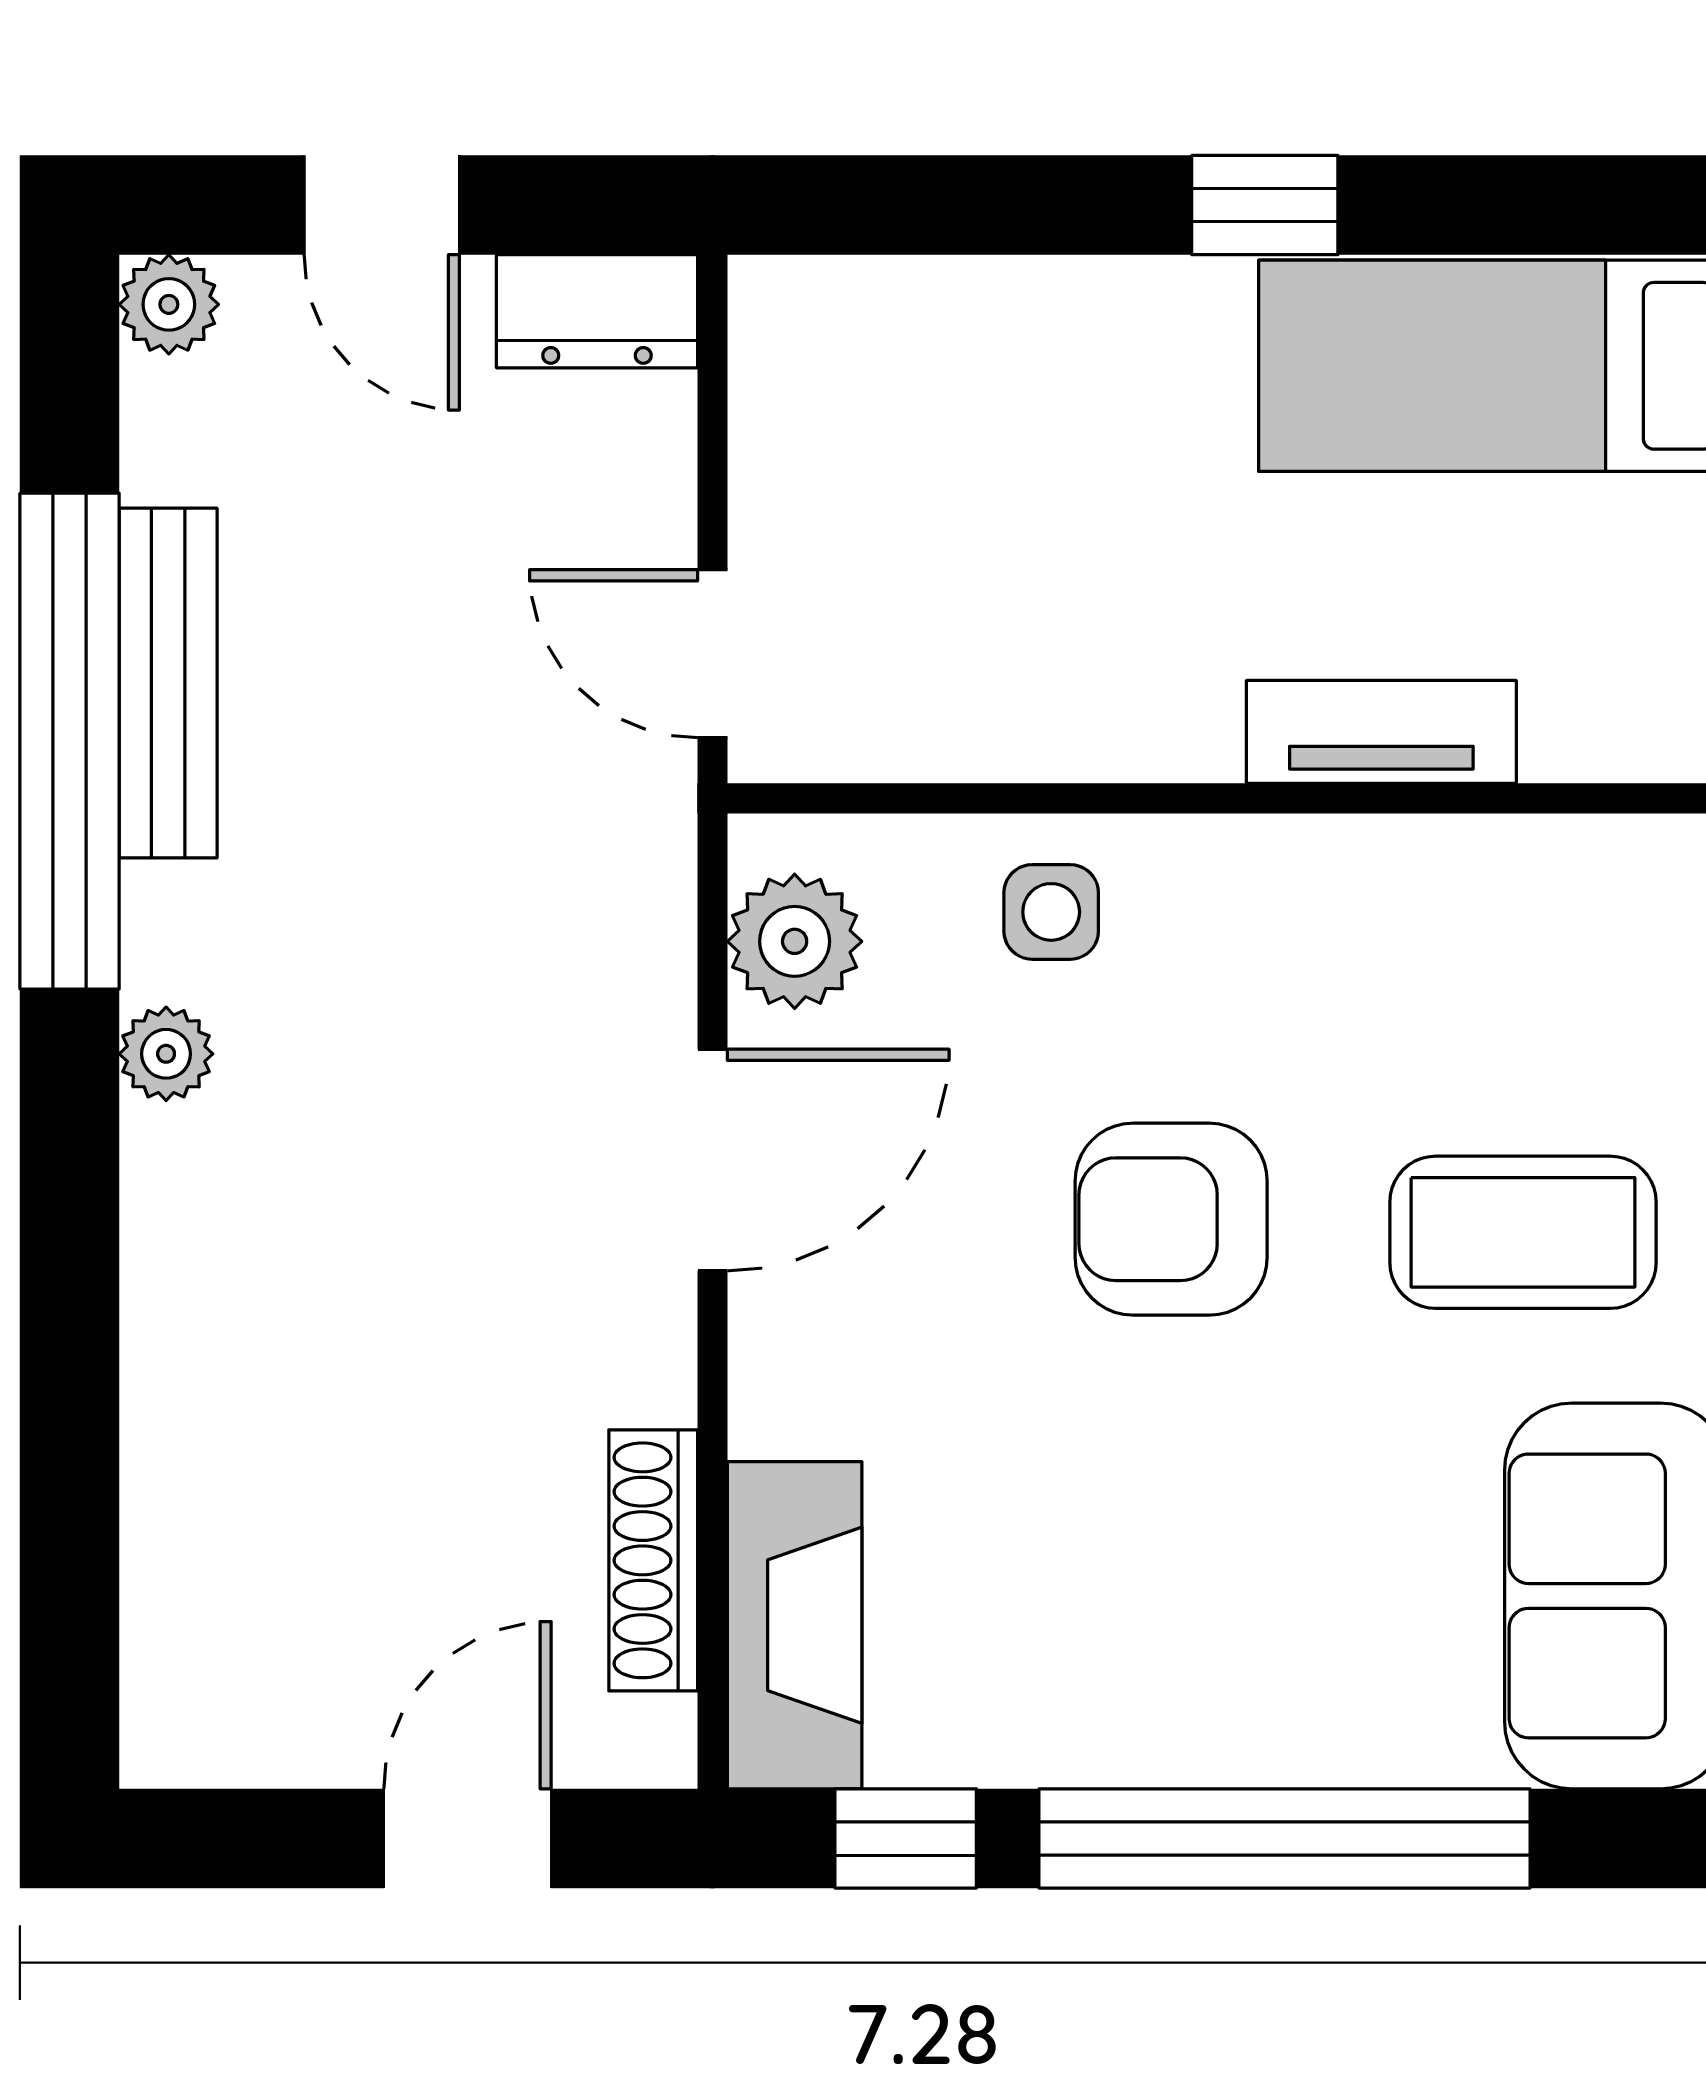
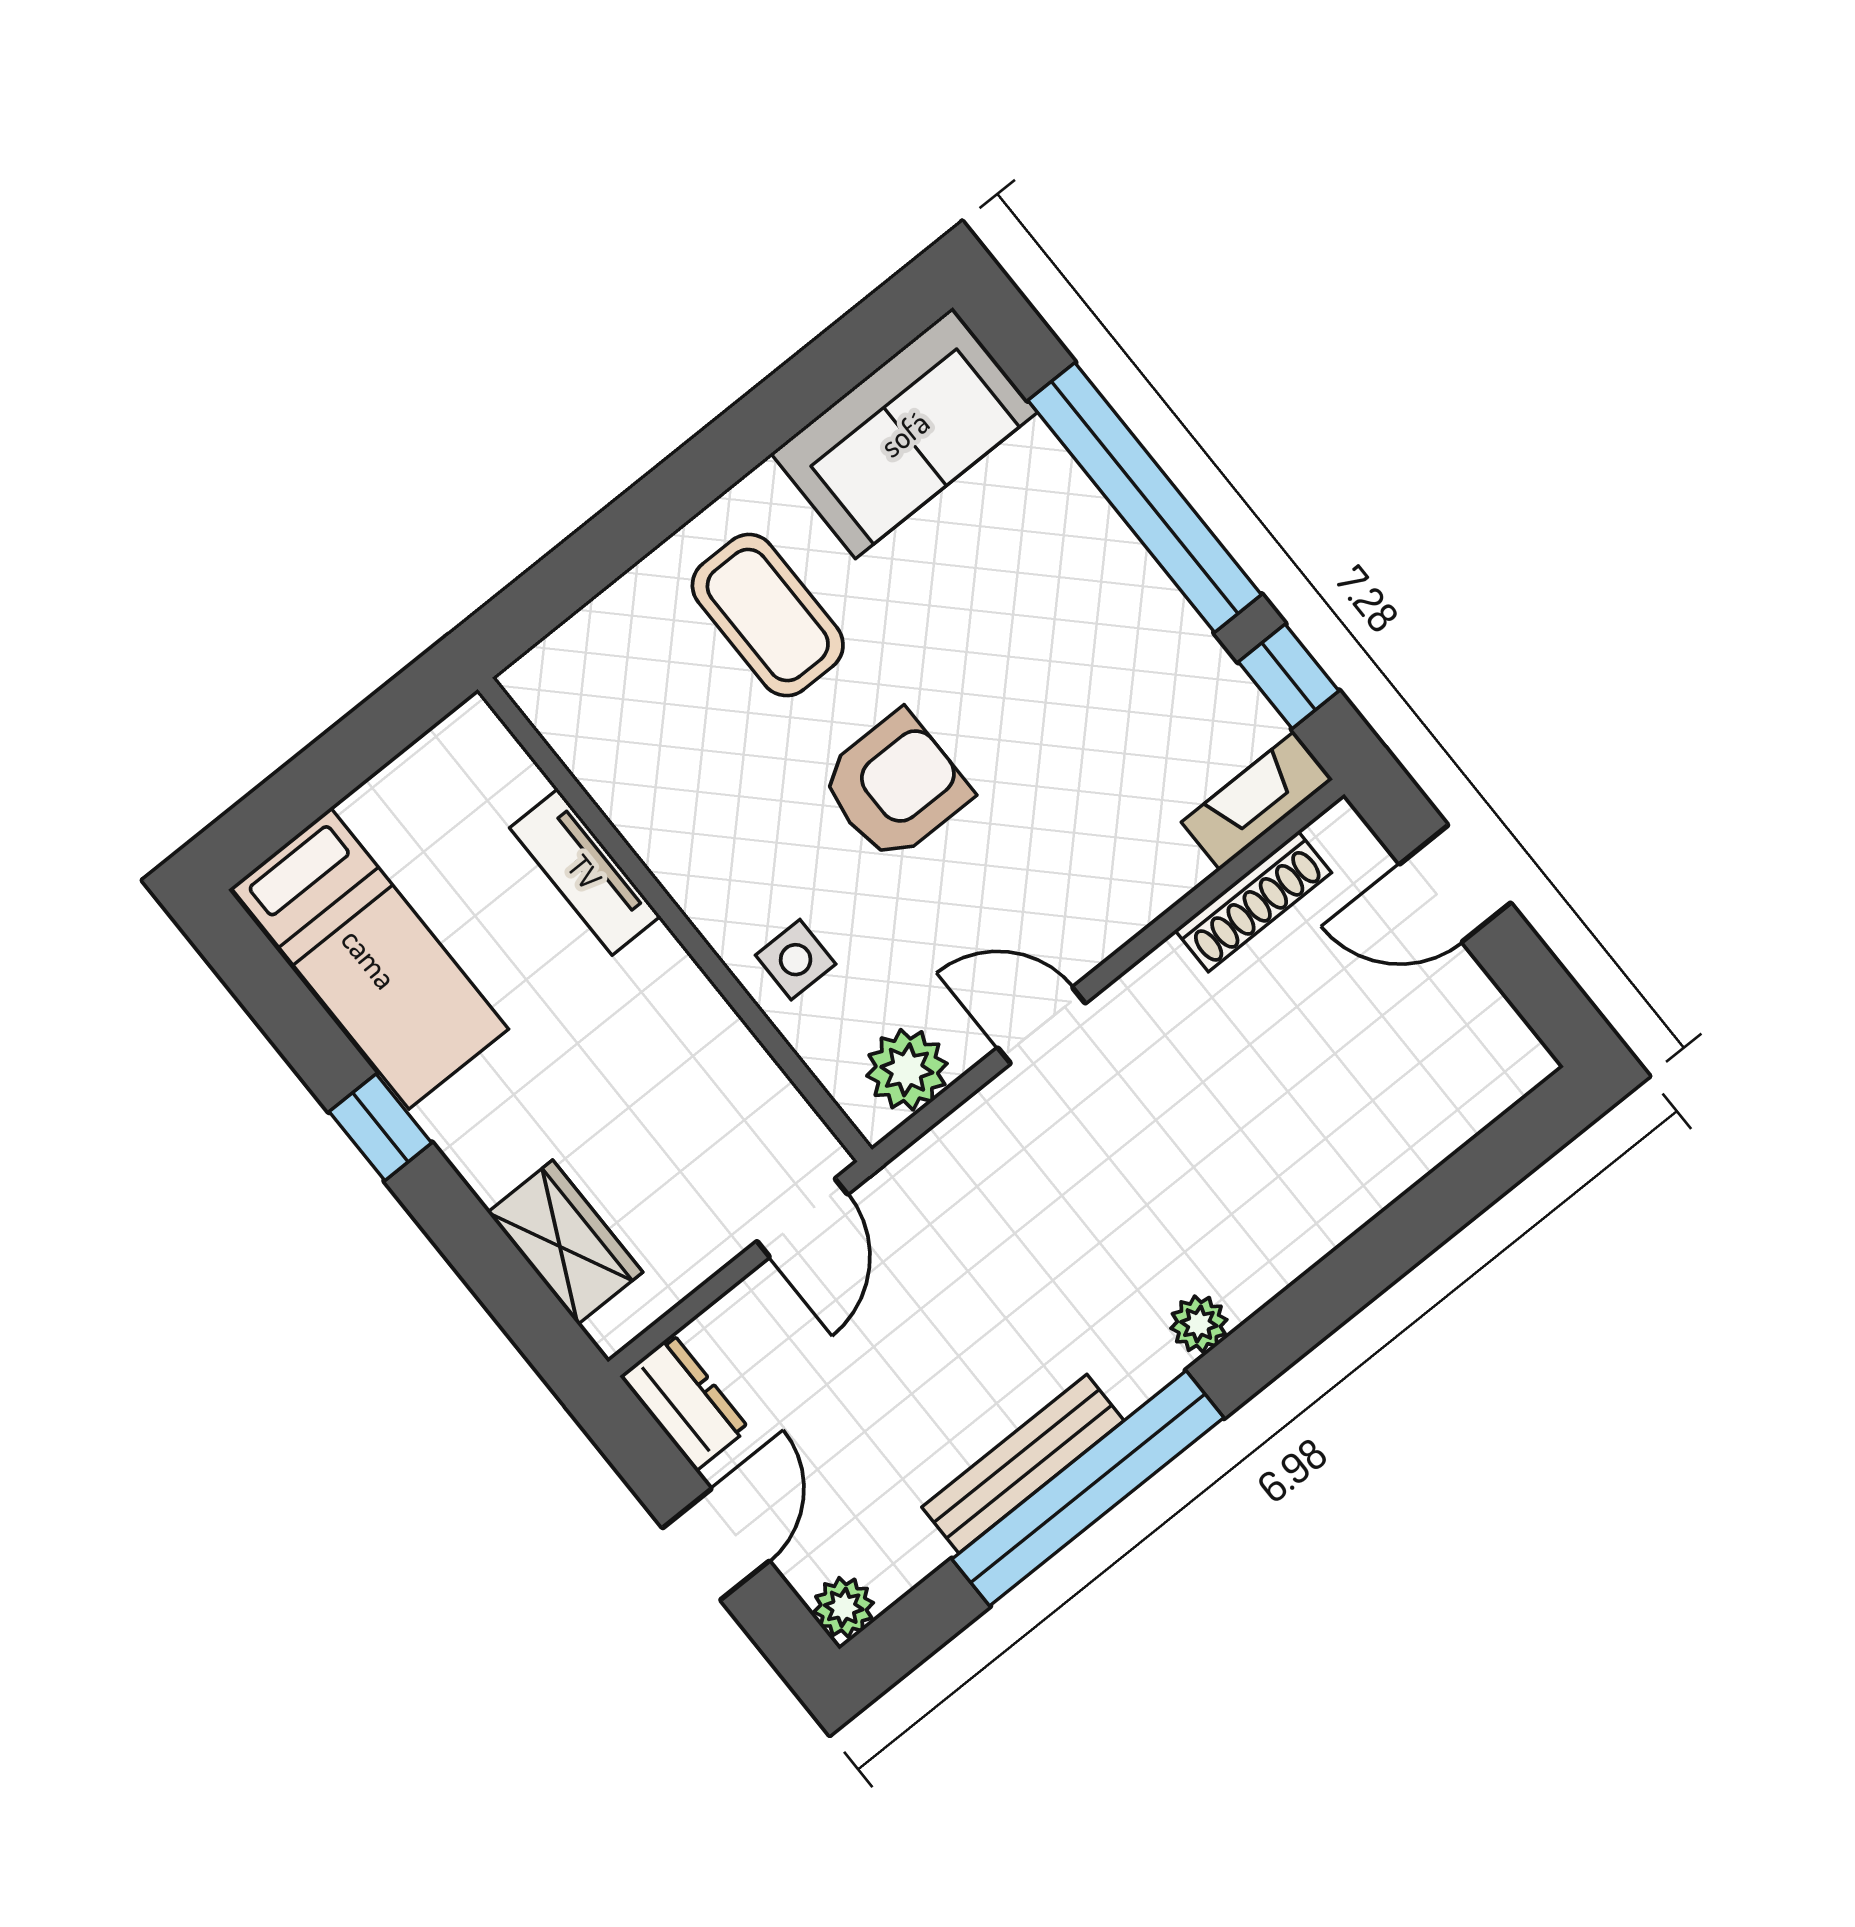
wardrobe: (926, 324) -> (565, 1242), added
door: (712, 1160) -> (1042, 1025), width x0.73
armchair: (1171, 1219) -> (895, 786), turned -90
fireplace: (795, 1625) -> (1257, 801), width x0.73, depth x0.76

